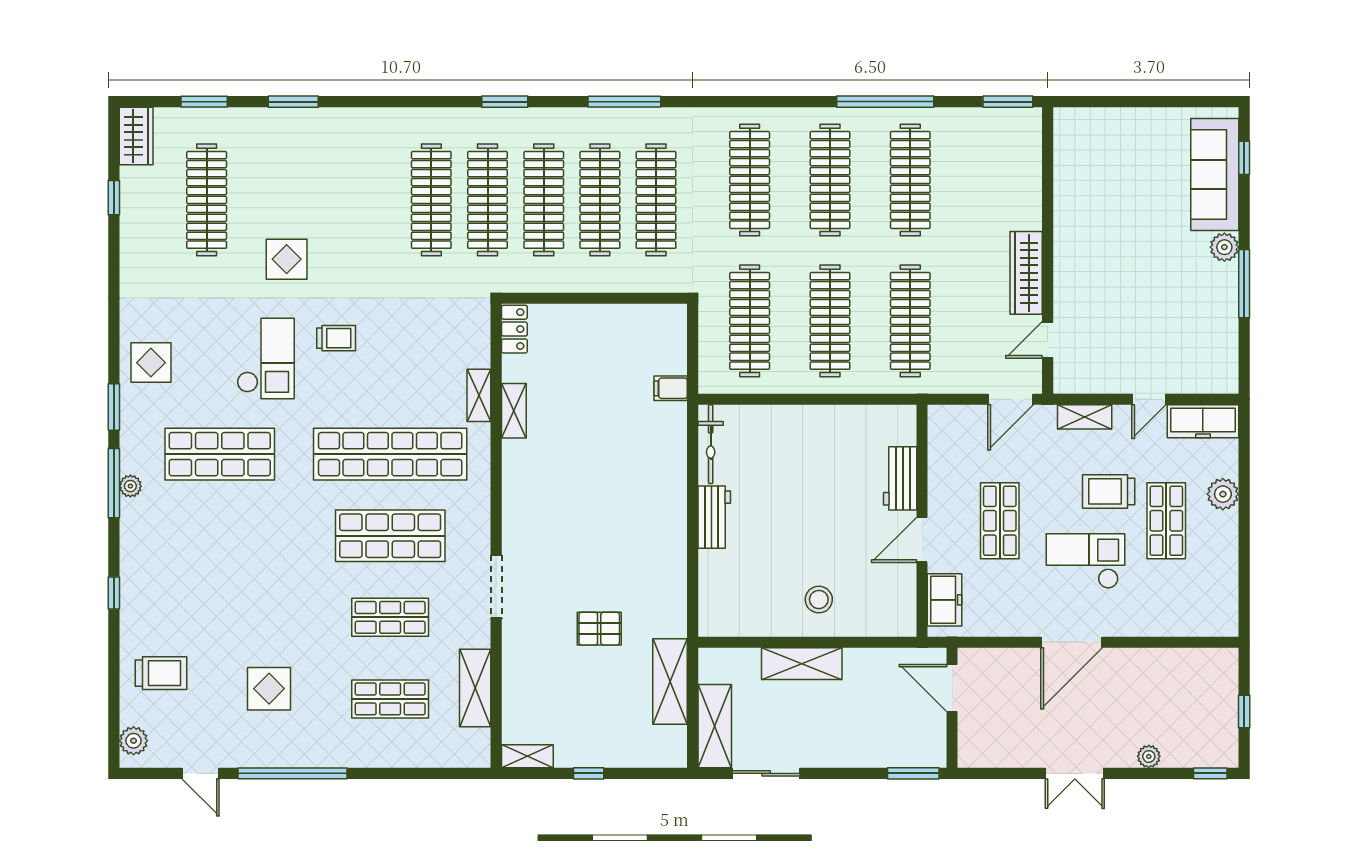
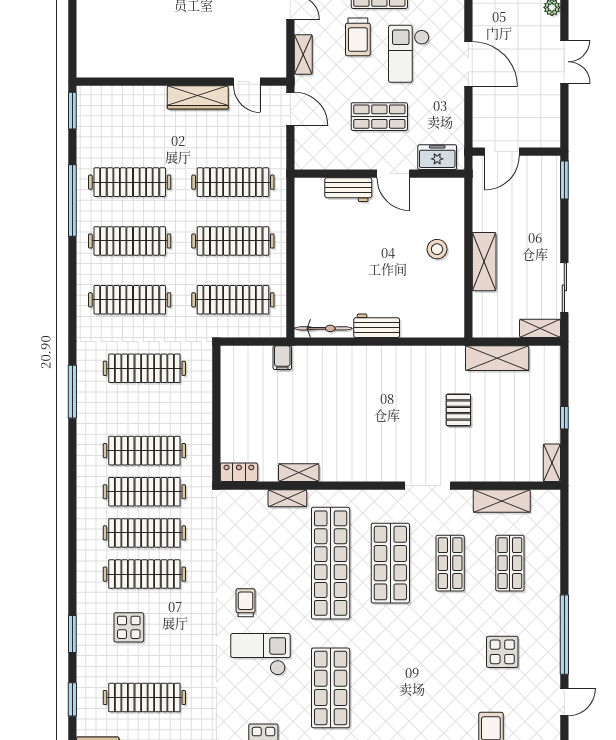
window: (505, 102) -> (72, 479), removed
clothes rail: (600, 200) -> (144, 574), moved
display table: (287, 259) -> (129, 627), moved
shelving: (715, 726) -> (540, 328), width x0.67, depth x0.75

